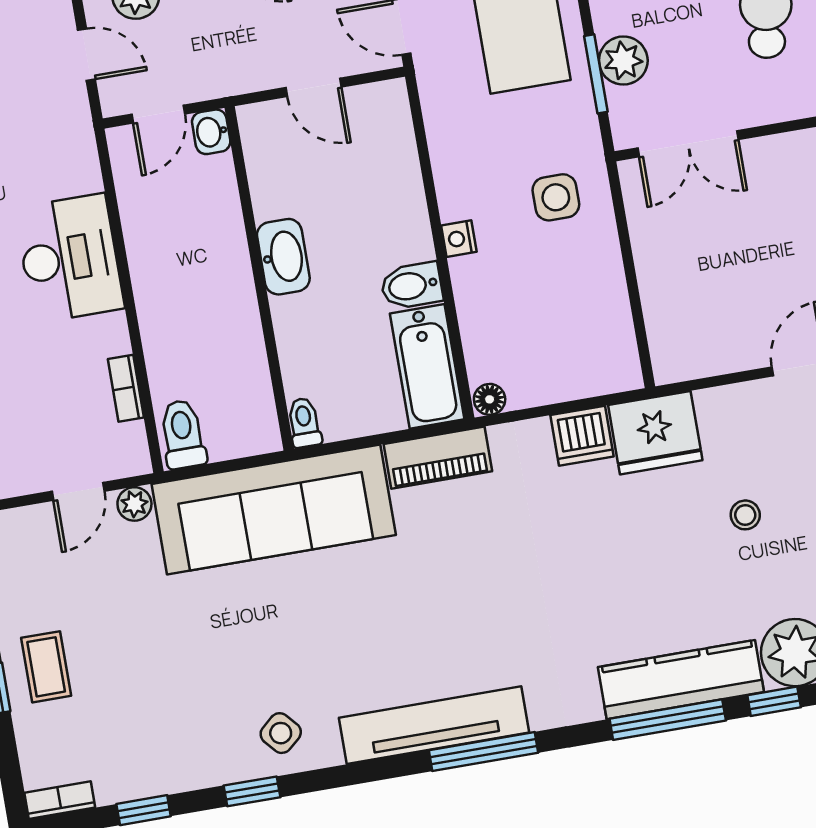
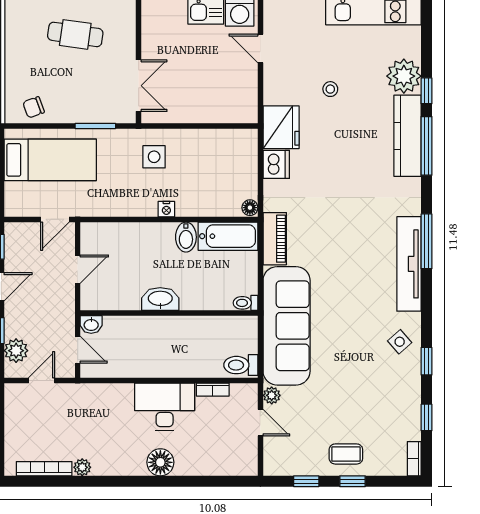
plant: (623, 61) -> (91, 111), removed
desk: (69, 258) -> (165, 407), moved

